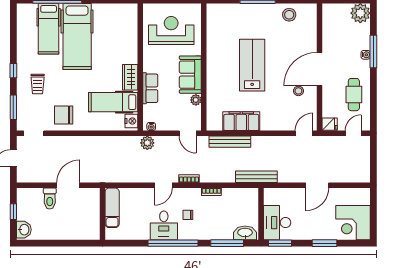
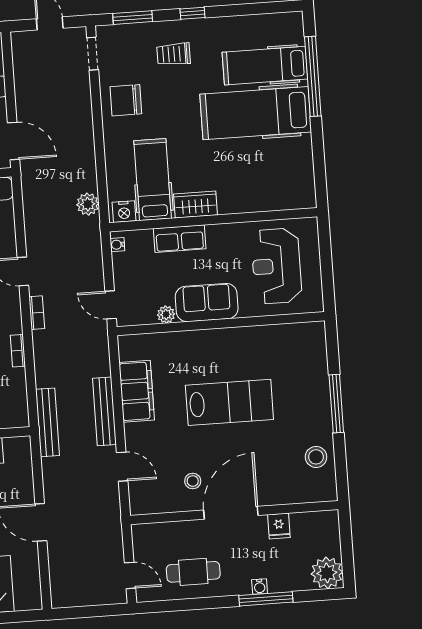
reception desk: (171, 31) -> (276, 266), turned 180
door: (319, 69) -> (231, 513), hinge flipped
chair: (64, 115) -> (126, 100), turned -90
fridge: (330, 124) -> (279, 526), moved
door: (188, 133) -> (111, 305), hinge flipped
door: (304, 133) -> (122, 467), moved
bench: (230, 142) -> (104, 411), moved
plant: (147, 143) -> (88, 204), moved
door: (68, 185) -> (14, 141), moved

